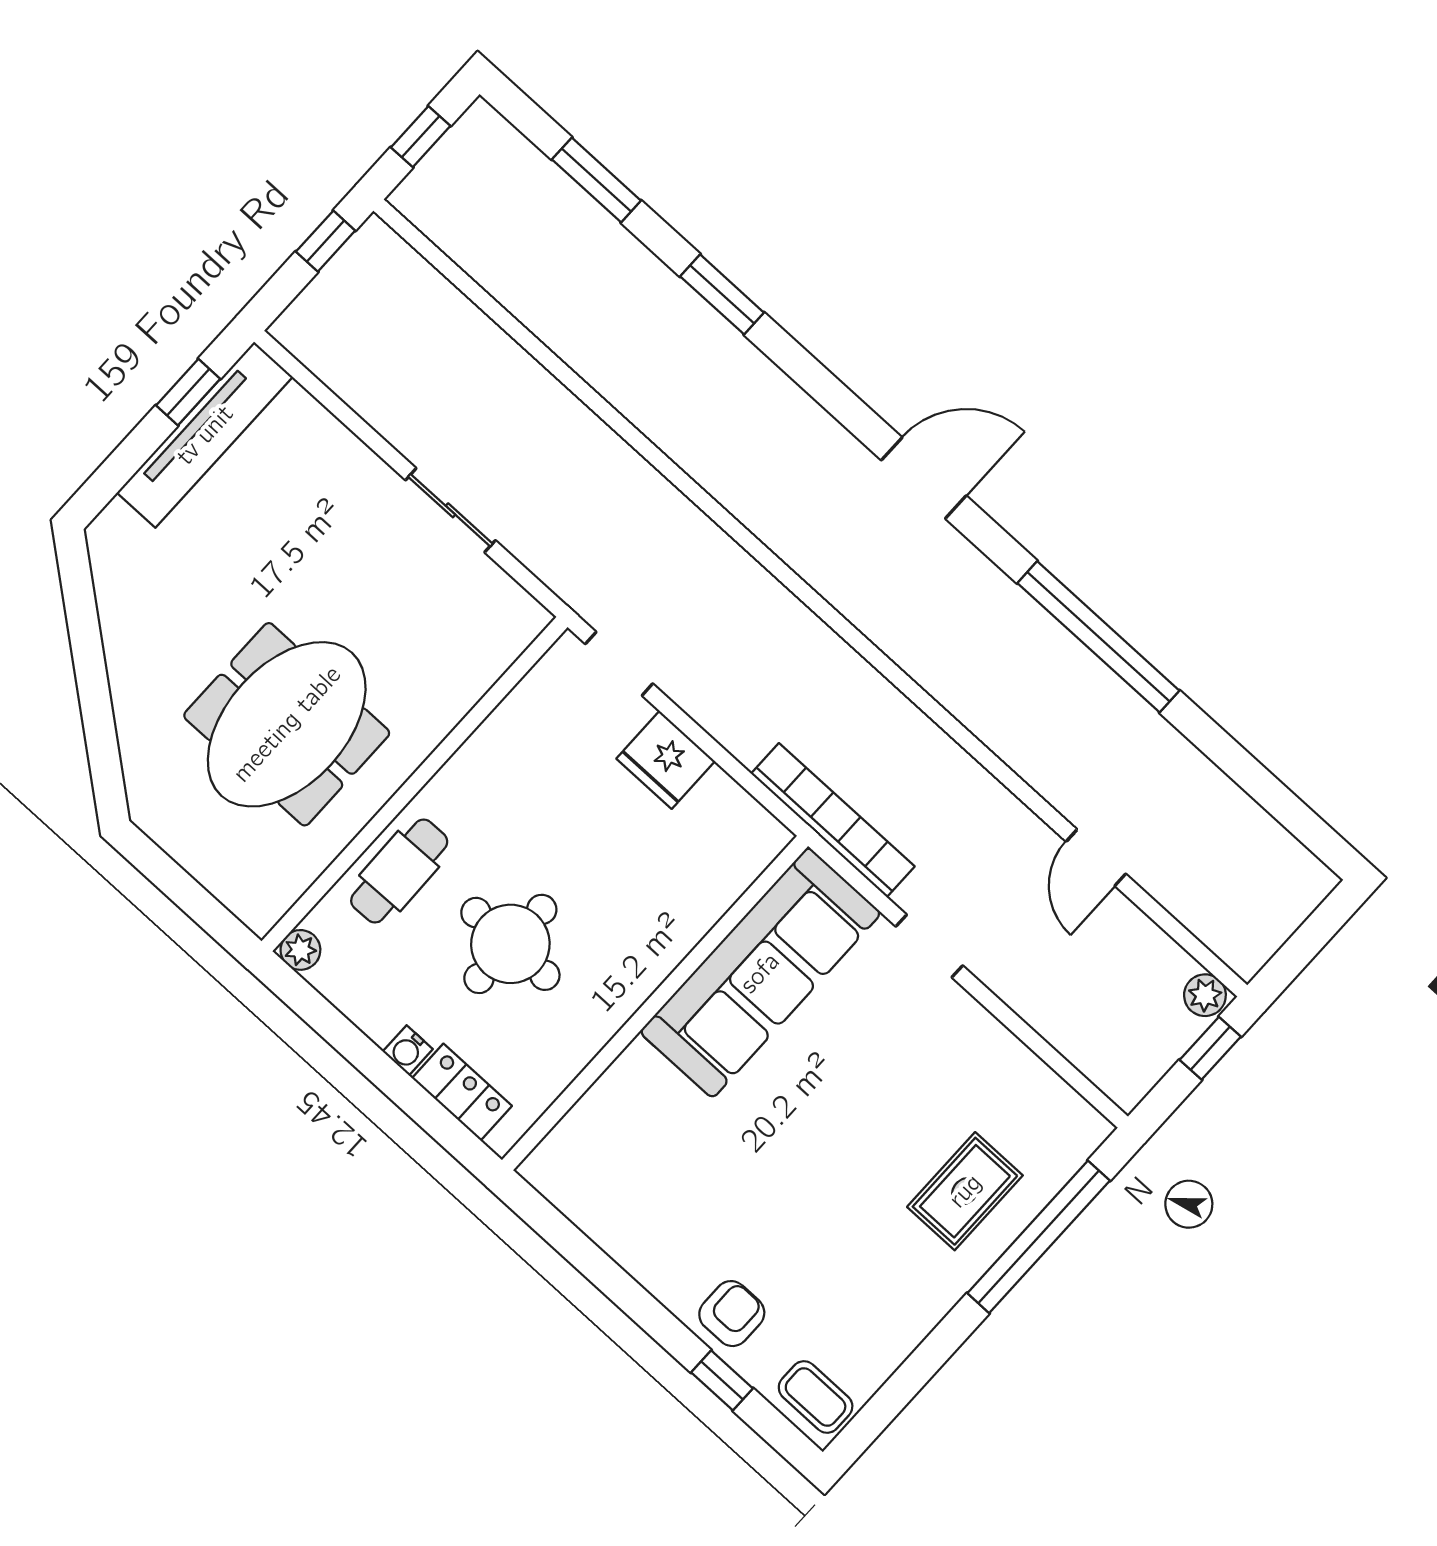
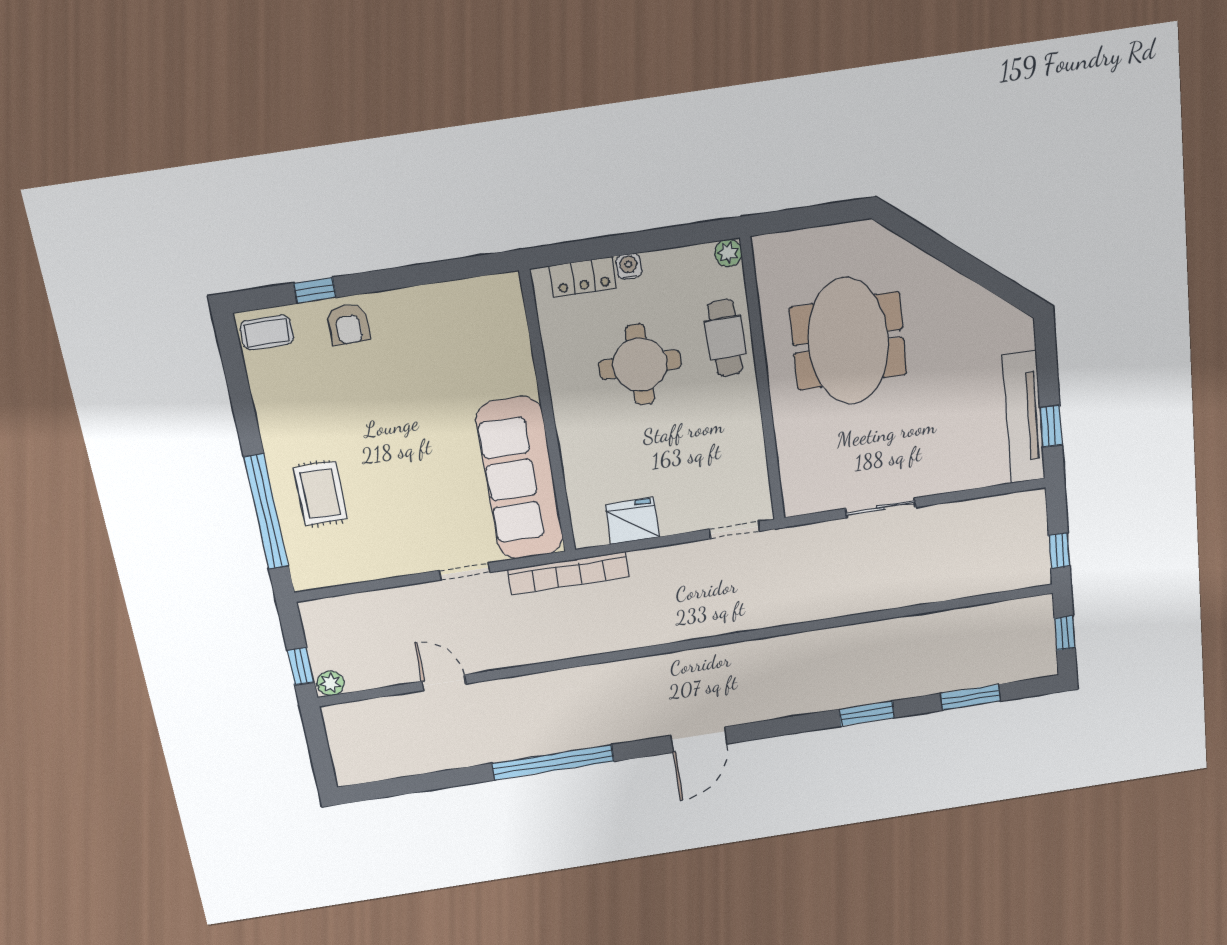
fridge: (666, 760) -> (632, 521), moved

